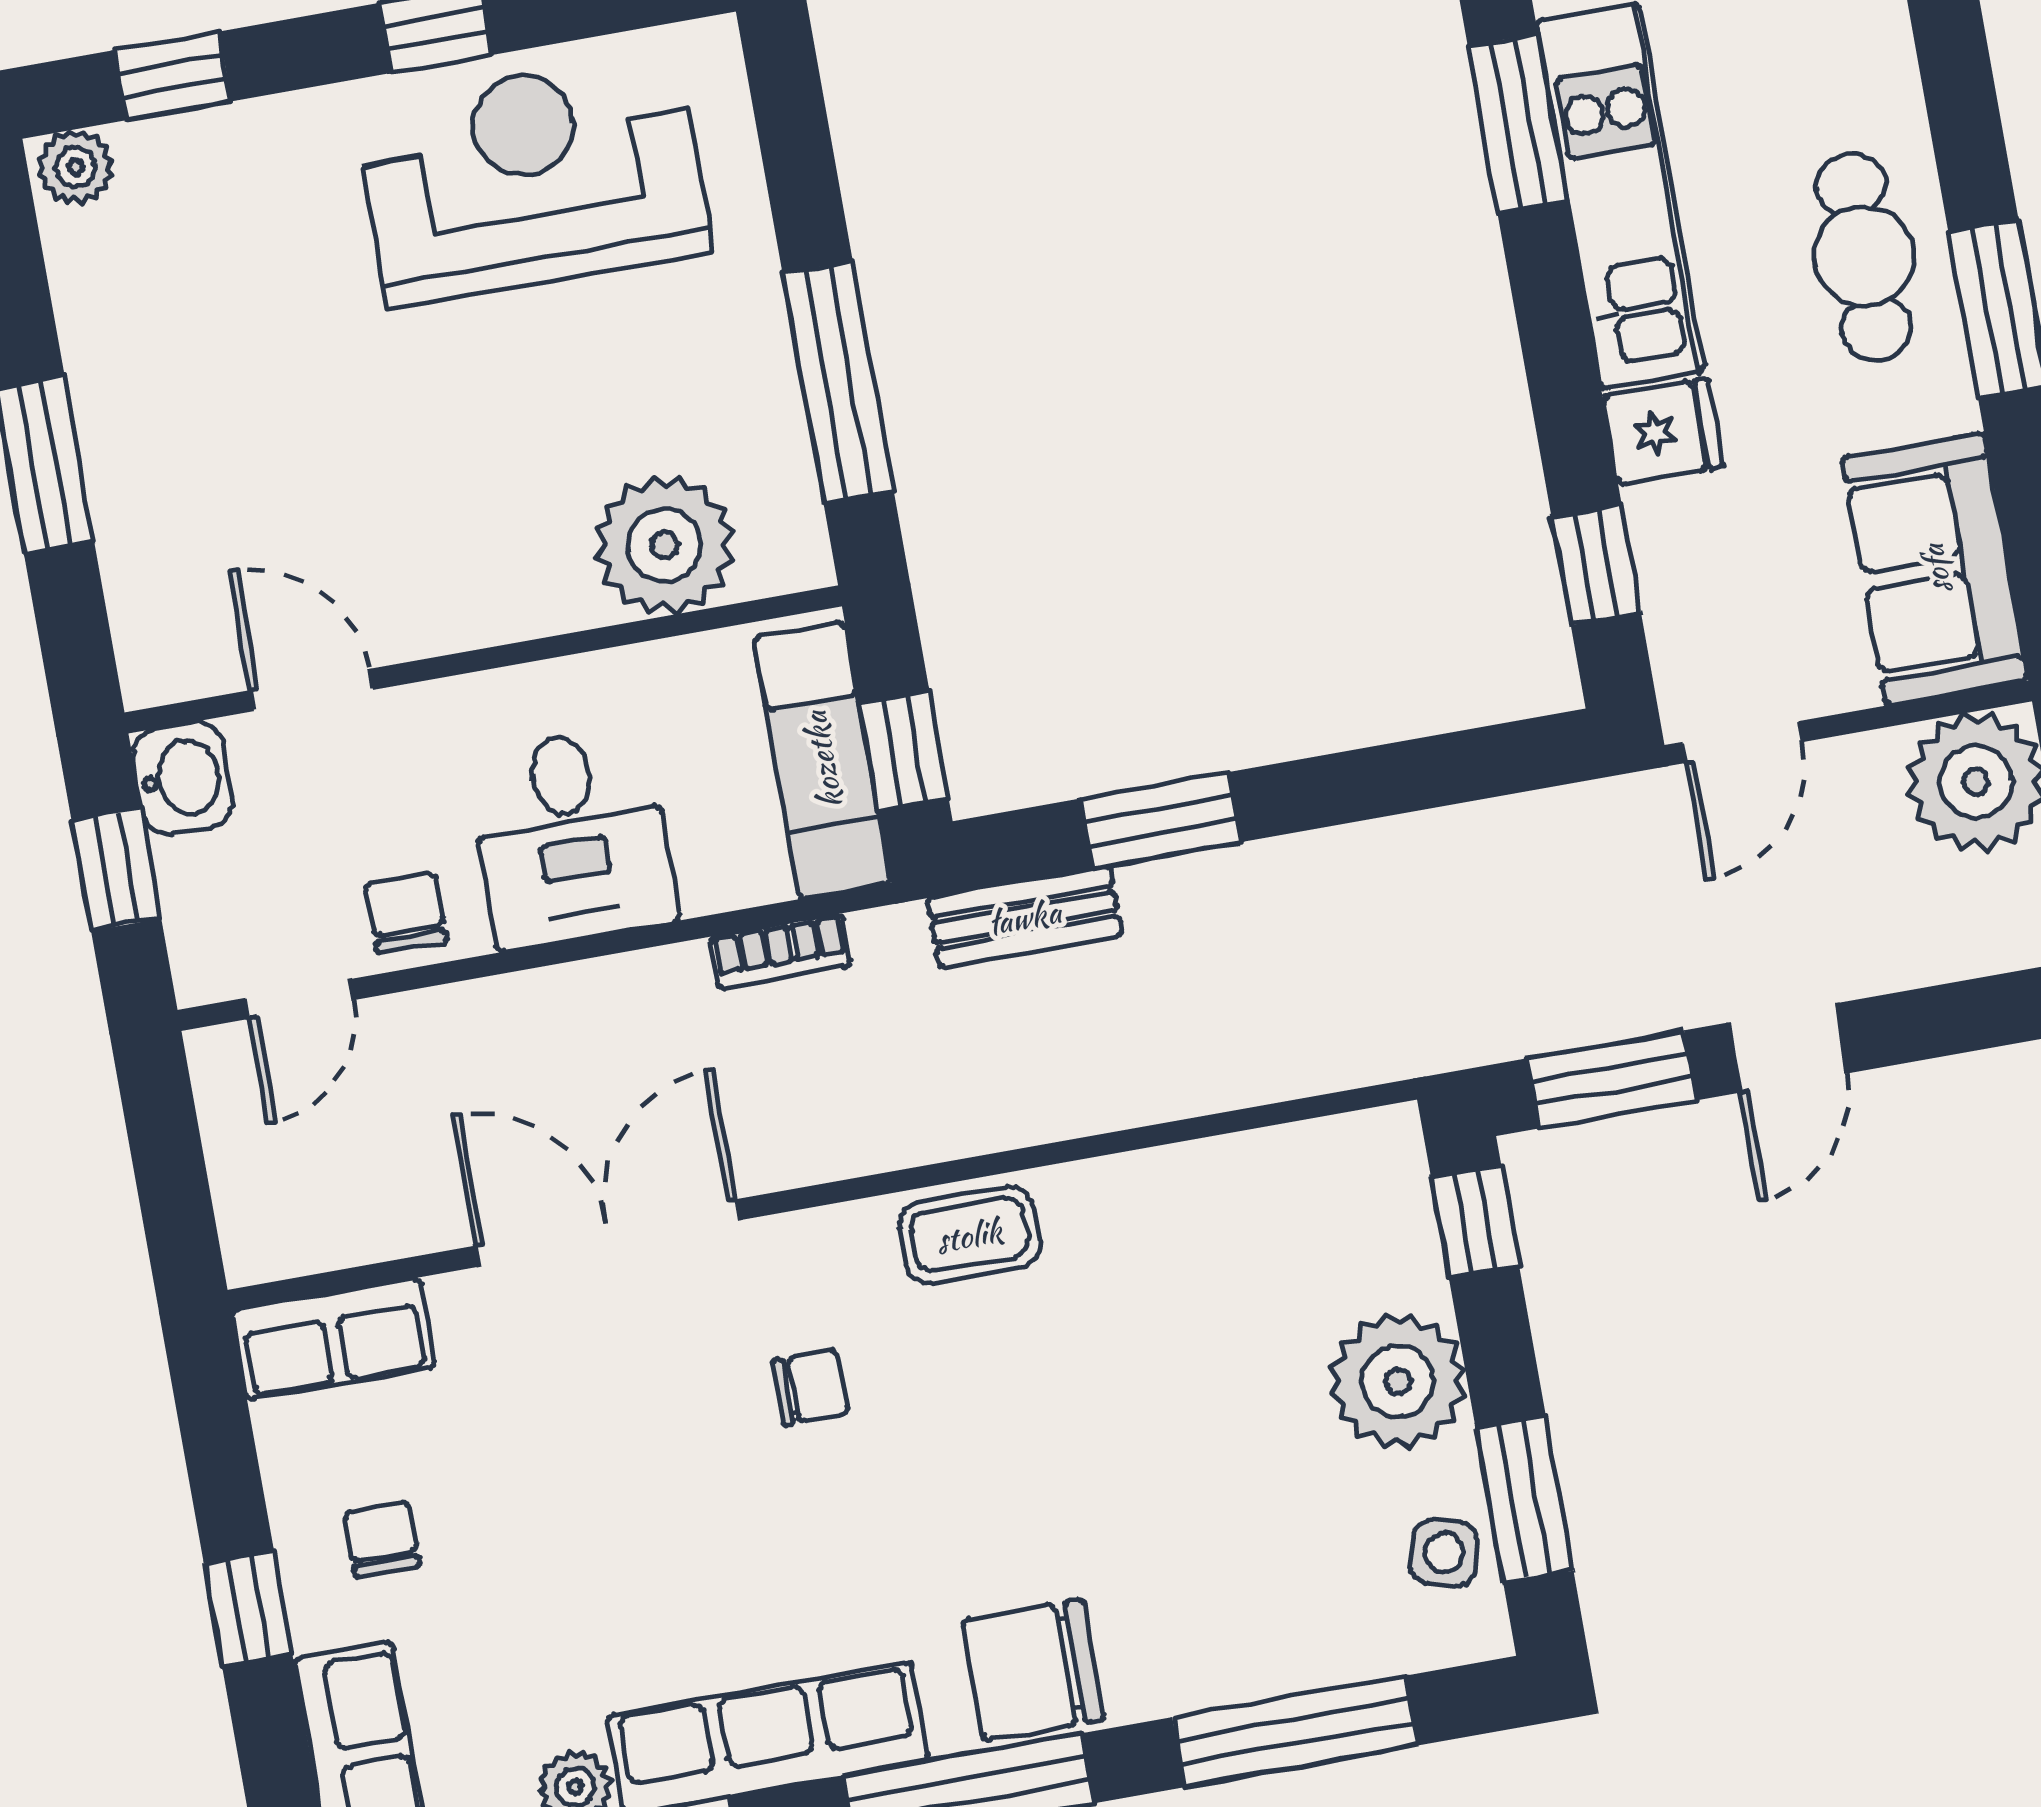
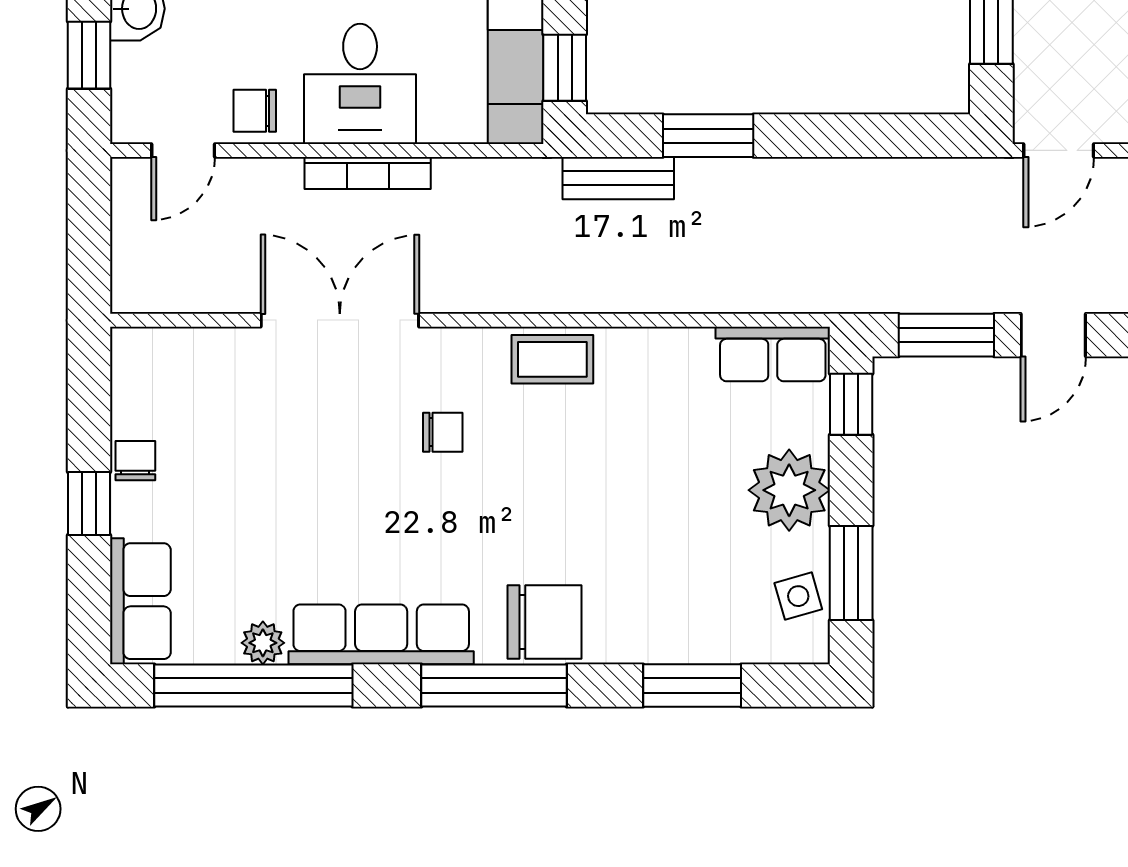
chair: (406, 913) -> (255, 111), turned -90
bookcase: (780, 952) -> (368, 173), moved, width x1.56
row of seats: (333, 1339) -> (773, 354), moved
chair: (382, 1539) -> (135, 461), moved
side table: (1444, 1553) -> (798, 596), turned -31
chair: (1033, 1670) -> (545, 622), turned 180
window: (1295, 1731) -> (692, 686), width x0.69

